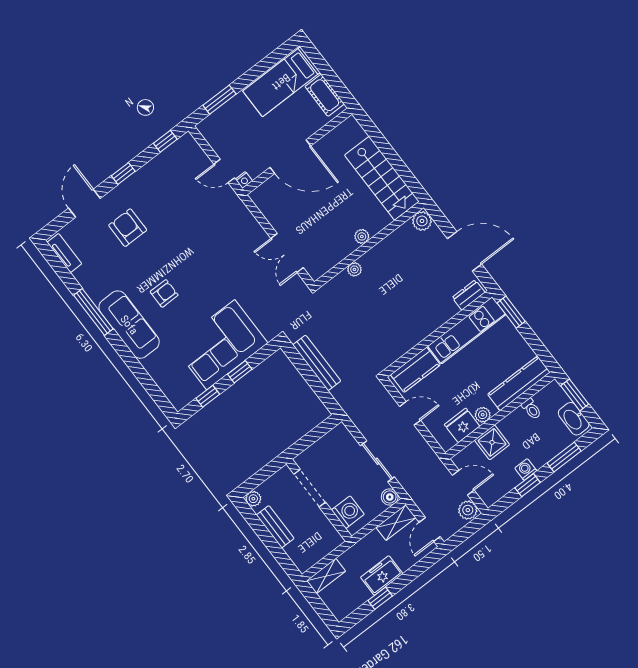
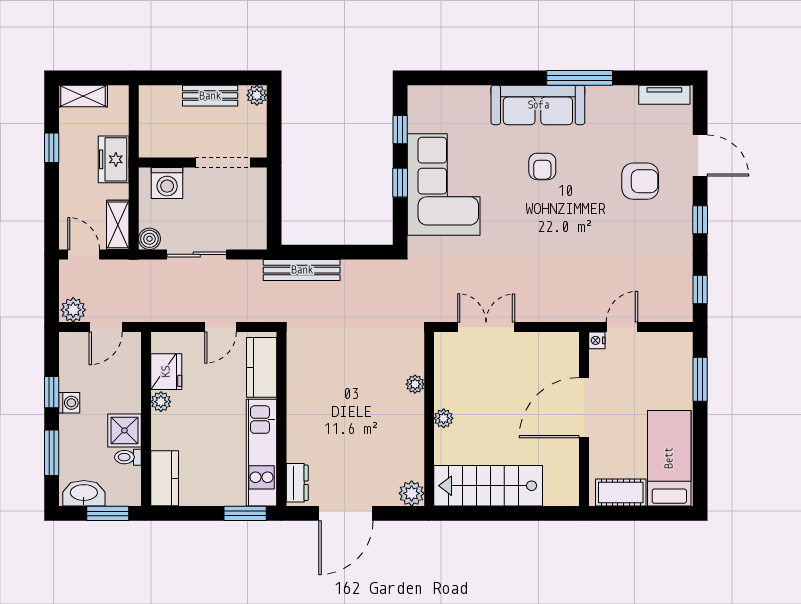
bench: (317, 363) -> (302, 270), moved
kitchen counter: (519, 383) -> (165, 478), width x0.67
shower: (492, 442) -> (124, 430), moved
freezer: (382, 575) -> (114, 159), moved, turned 180
shelving: (326, 576) -> (83, 96), moved, turned 90

